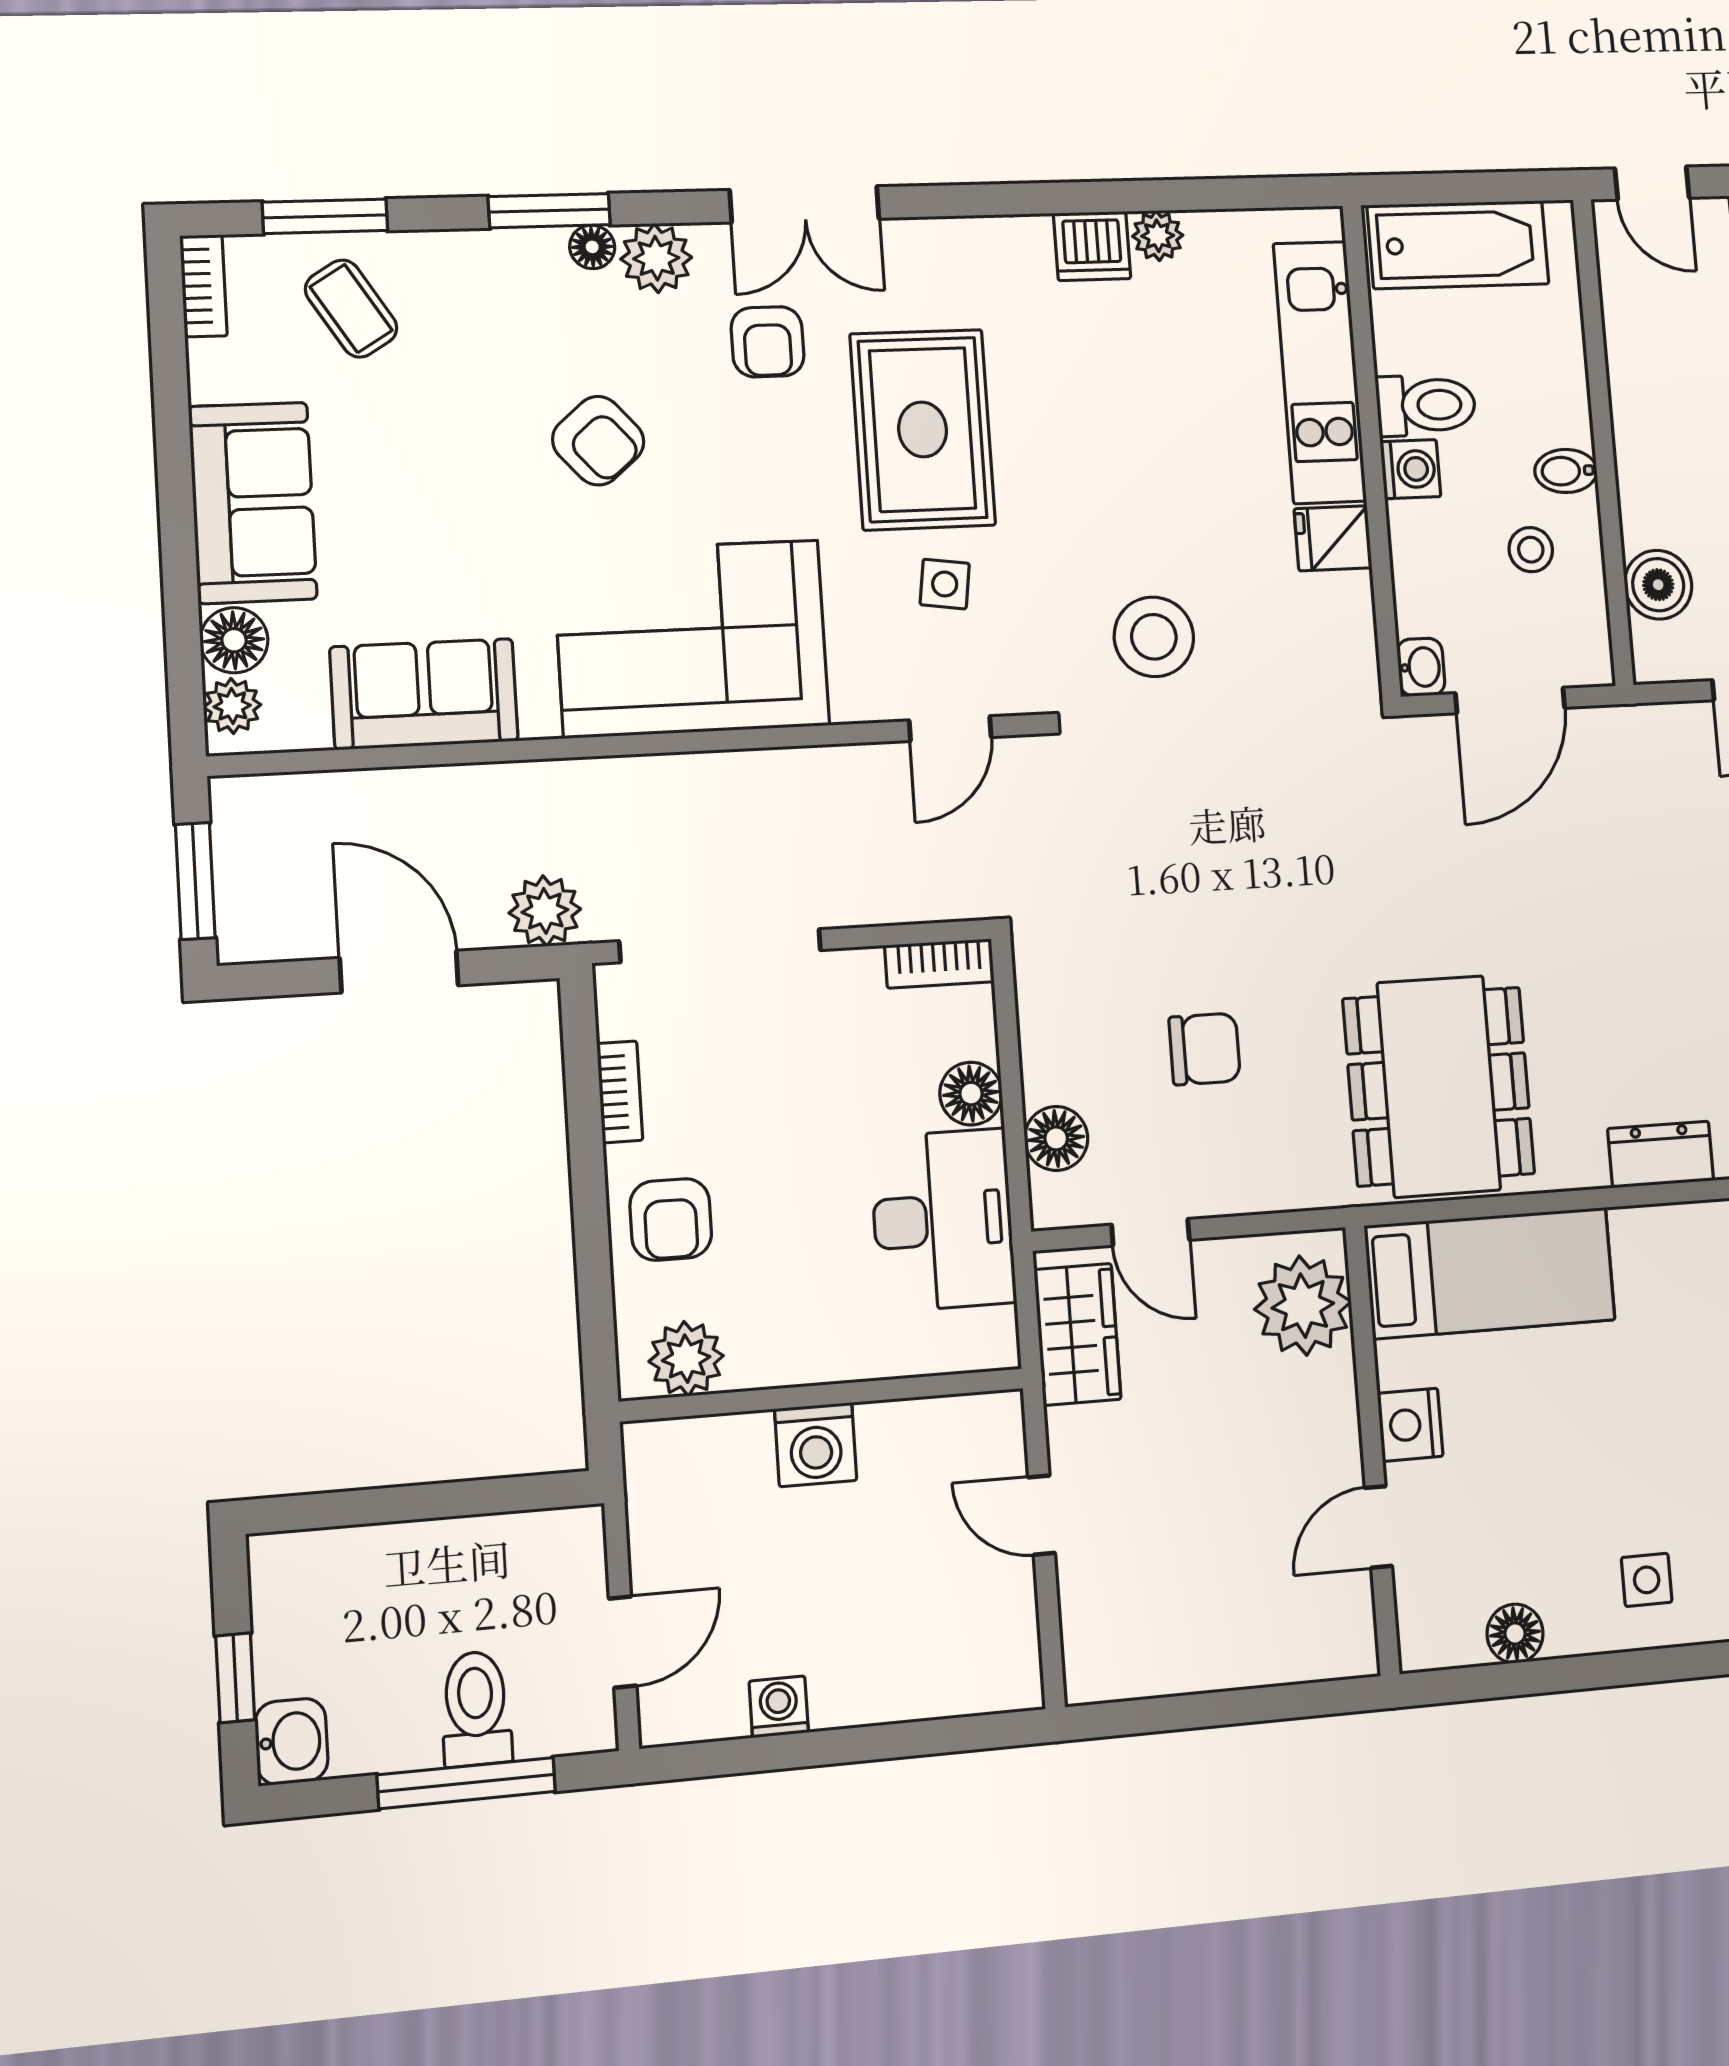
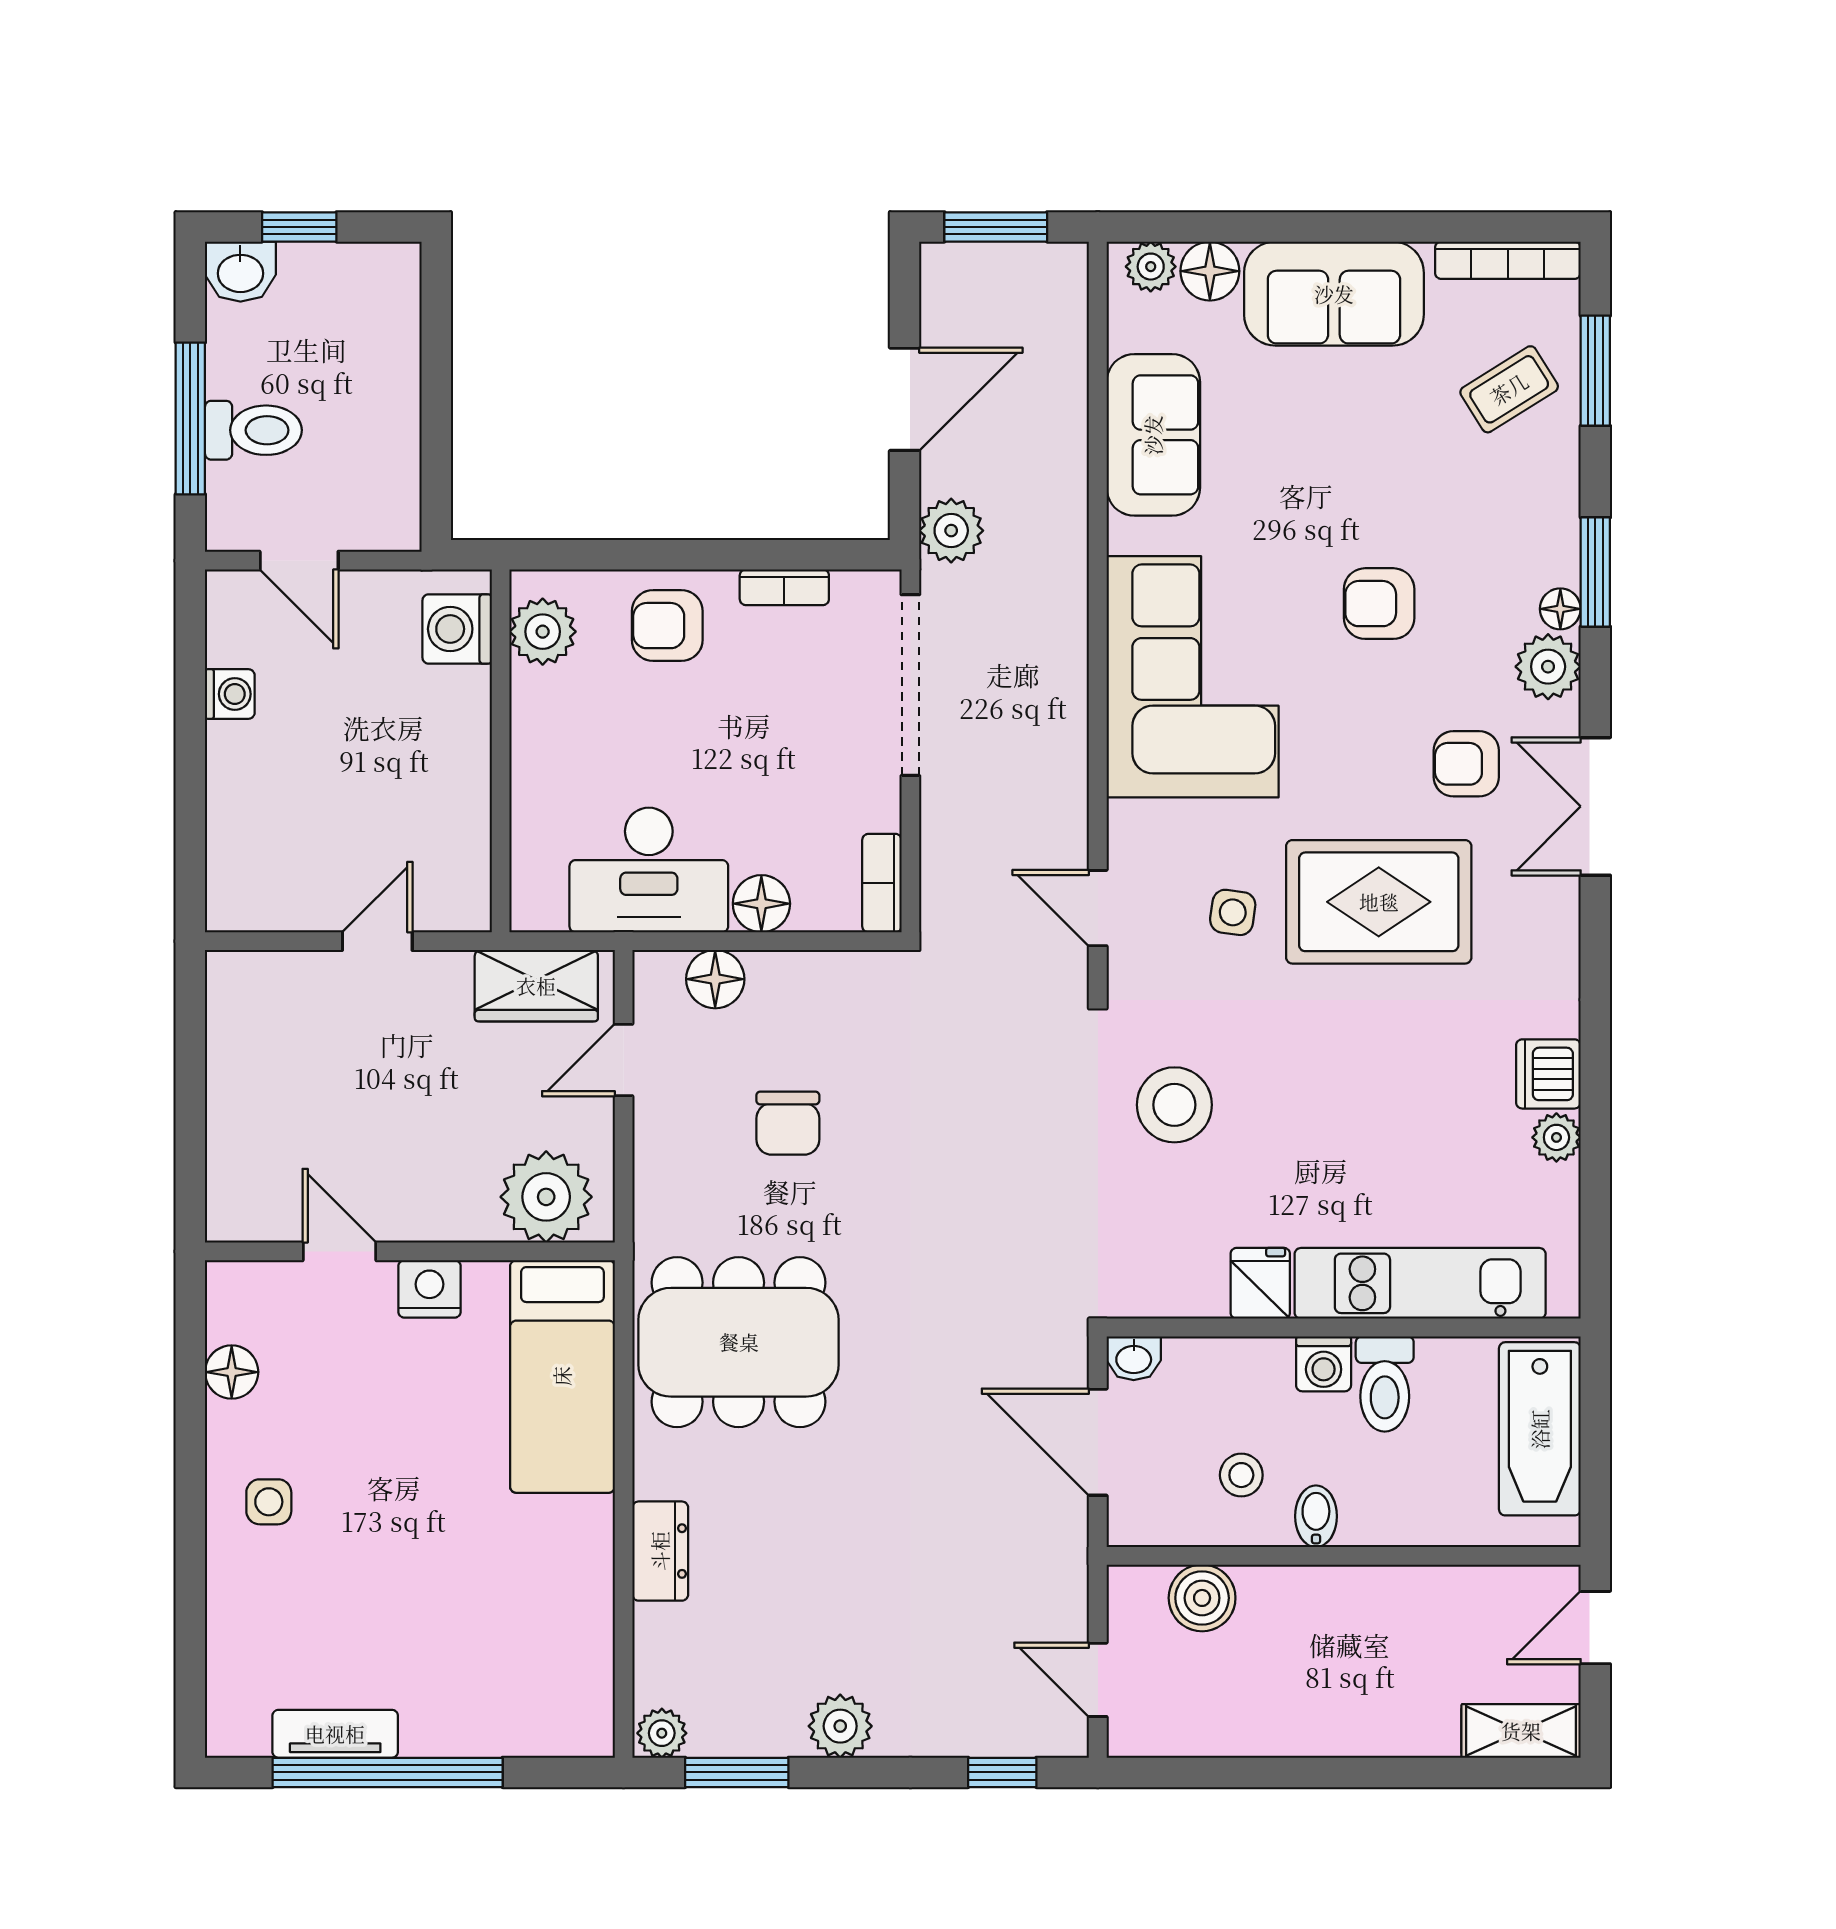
bookcase: (203, 286) -> (1508, 260), width x1.56
armchair: (598, 441) -> (1379, 604), turned 41
washing machine: (816, 1445) -> (457, 629), moved

